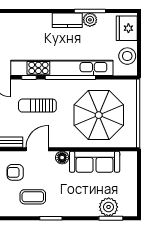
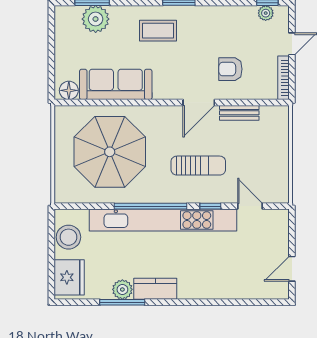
floor lamp: (62, 158) -> (69, 90), moved
armchair: (15, 172) -> (230, 69), turned 180
coffee table: (33, 197) -> (158, 31), moved

